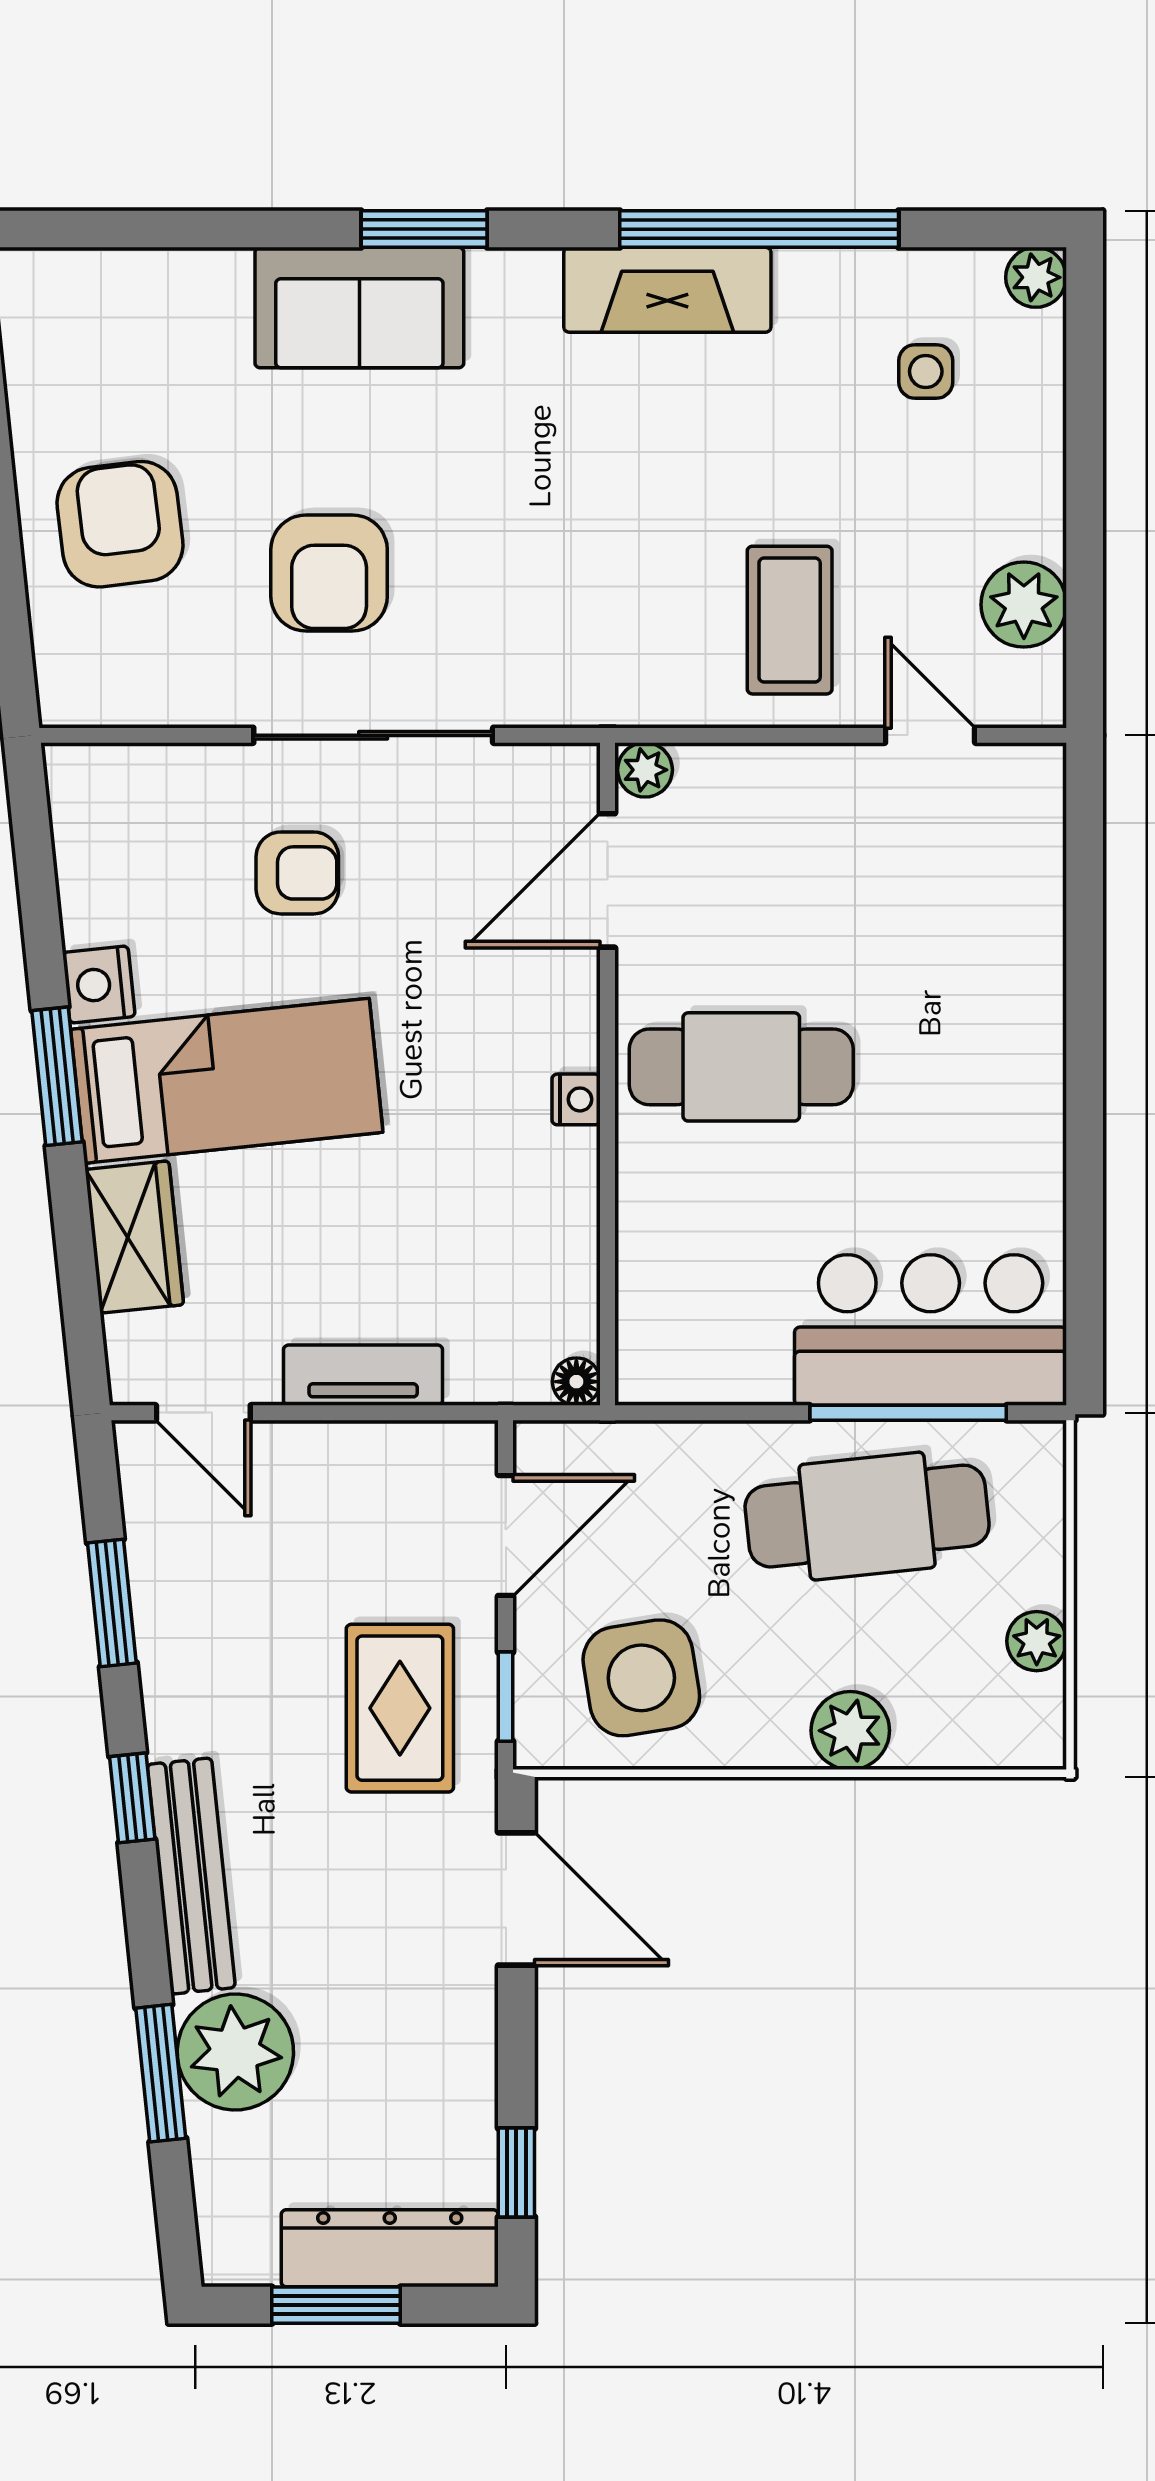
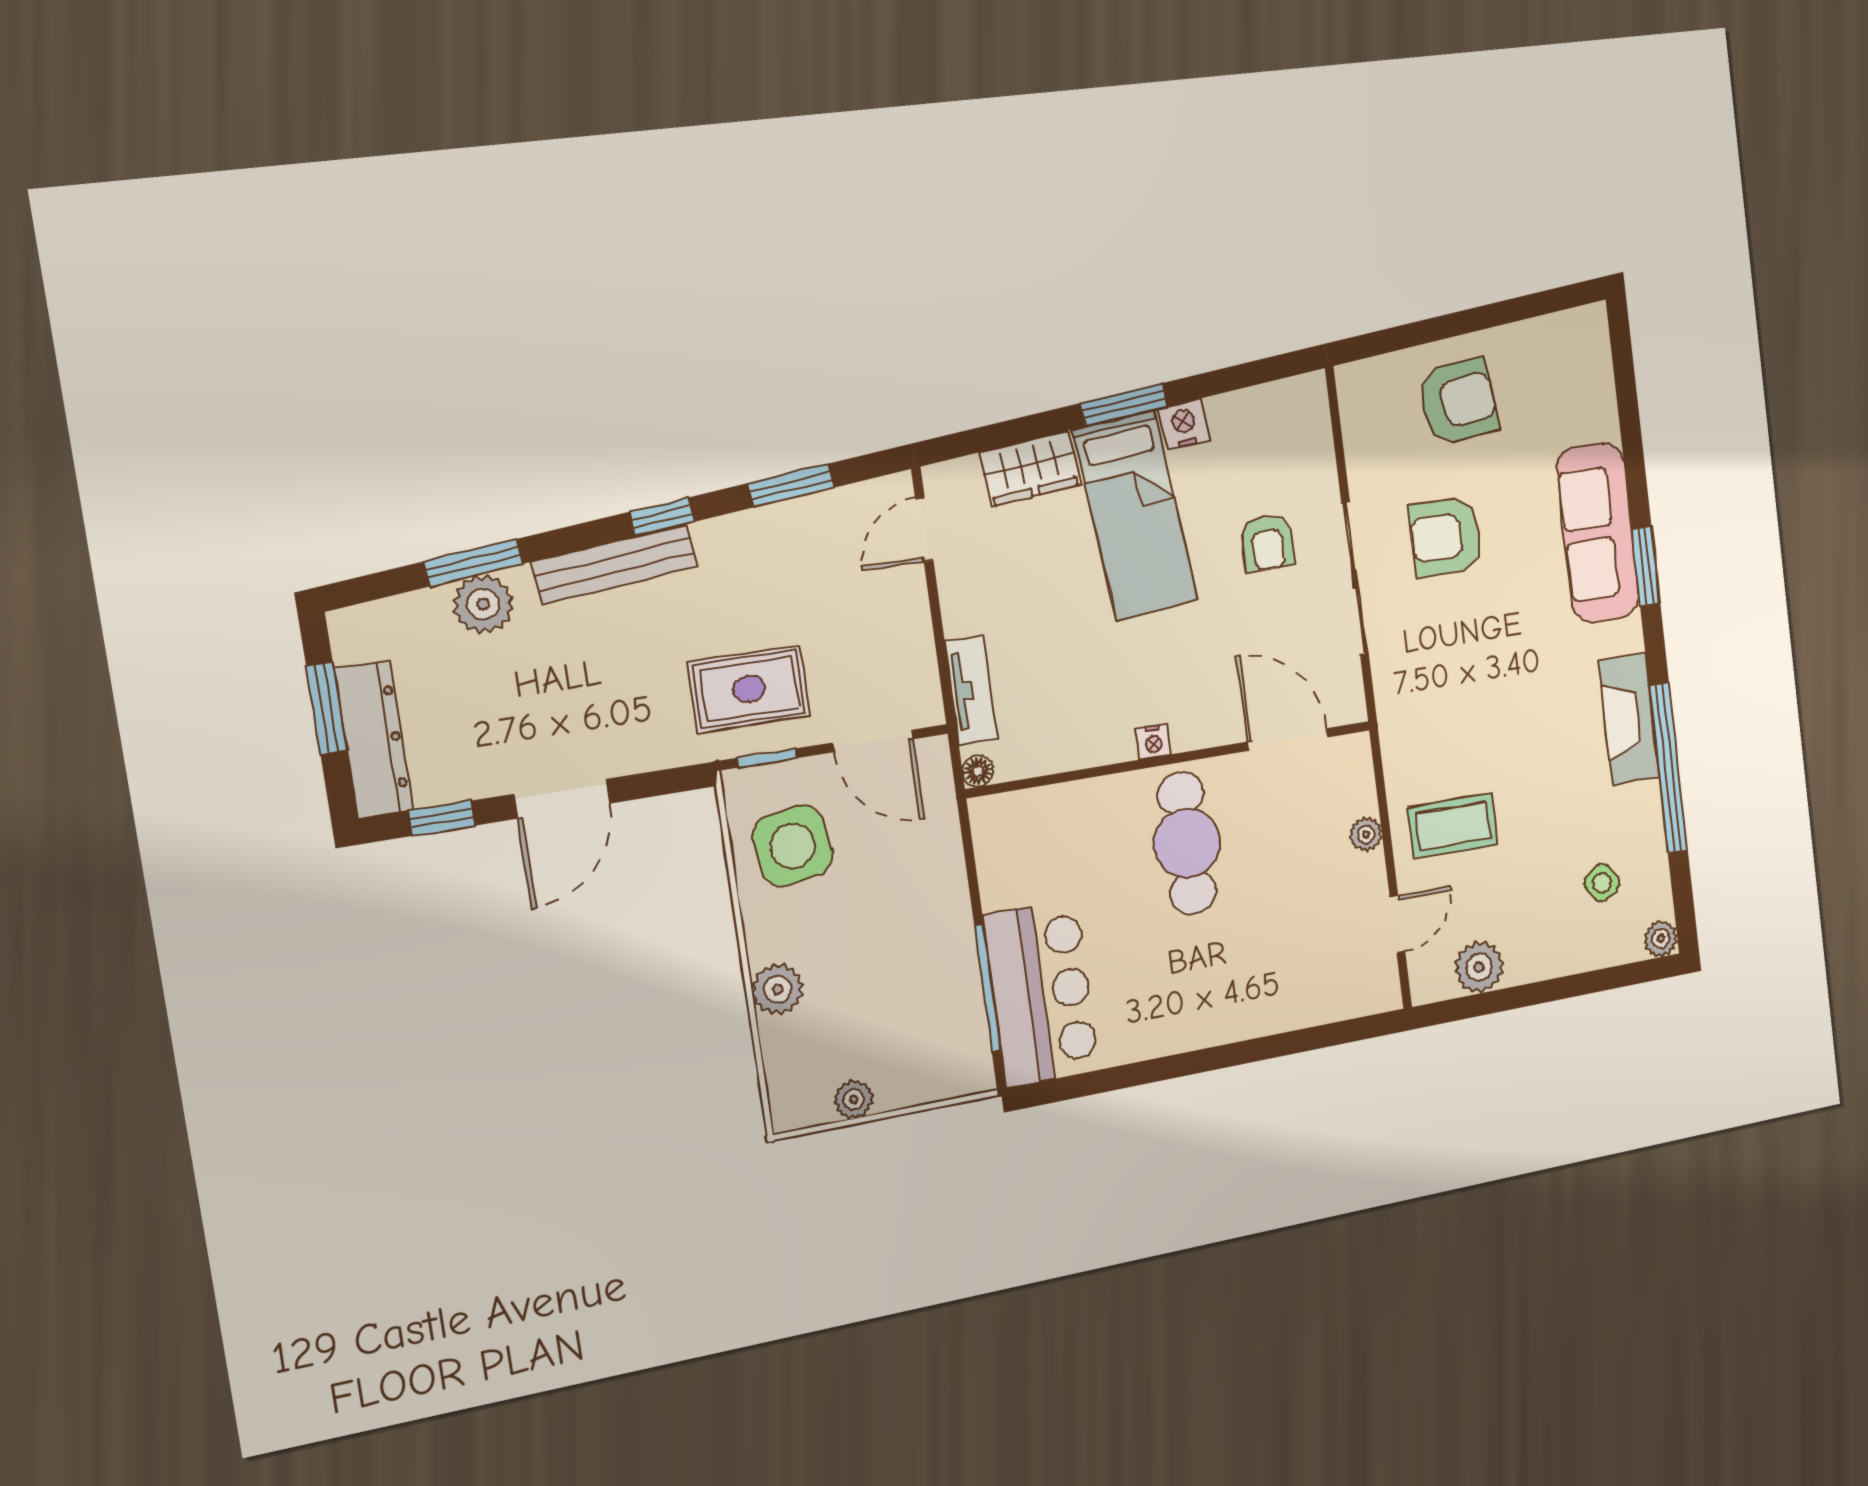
sofa: (359, 308) -> (1598, 533), width x1.36
side table: (926, 371) -> (1602, 883), turned -34
plant: (645, 770) -> (1366, 834), moved
tv unit: (363, 1375) -> (971, 690), moved
cafe table: (867, 1516) -> (919, 974), removed
door: (516, 1899) -> (562, 799), moved
plant: (235, 2052) -> (483, 604), width x0.73, depth x0.73

